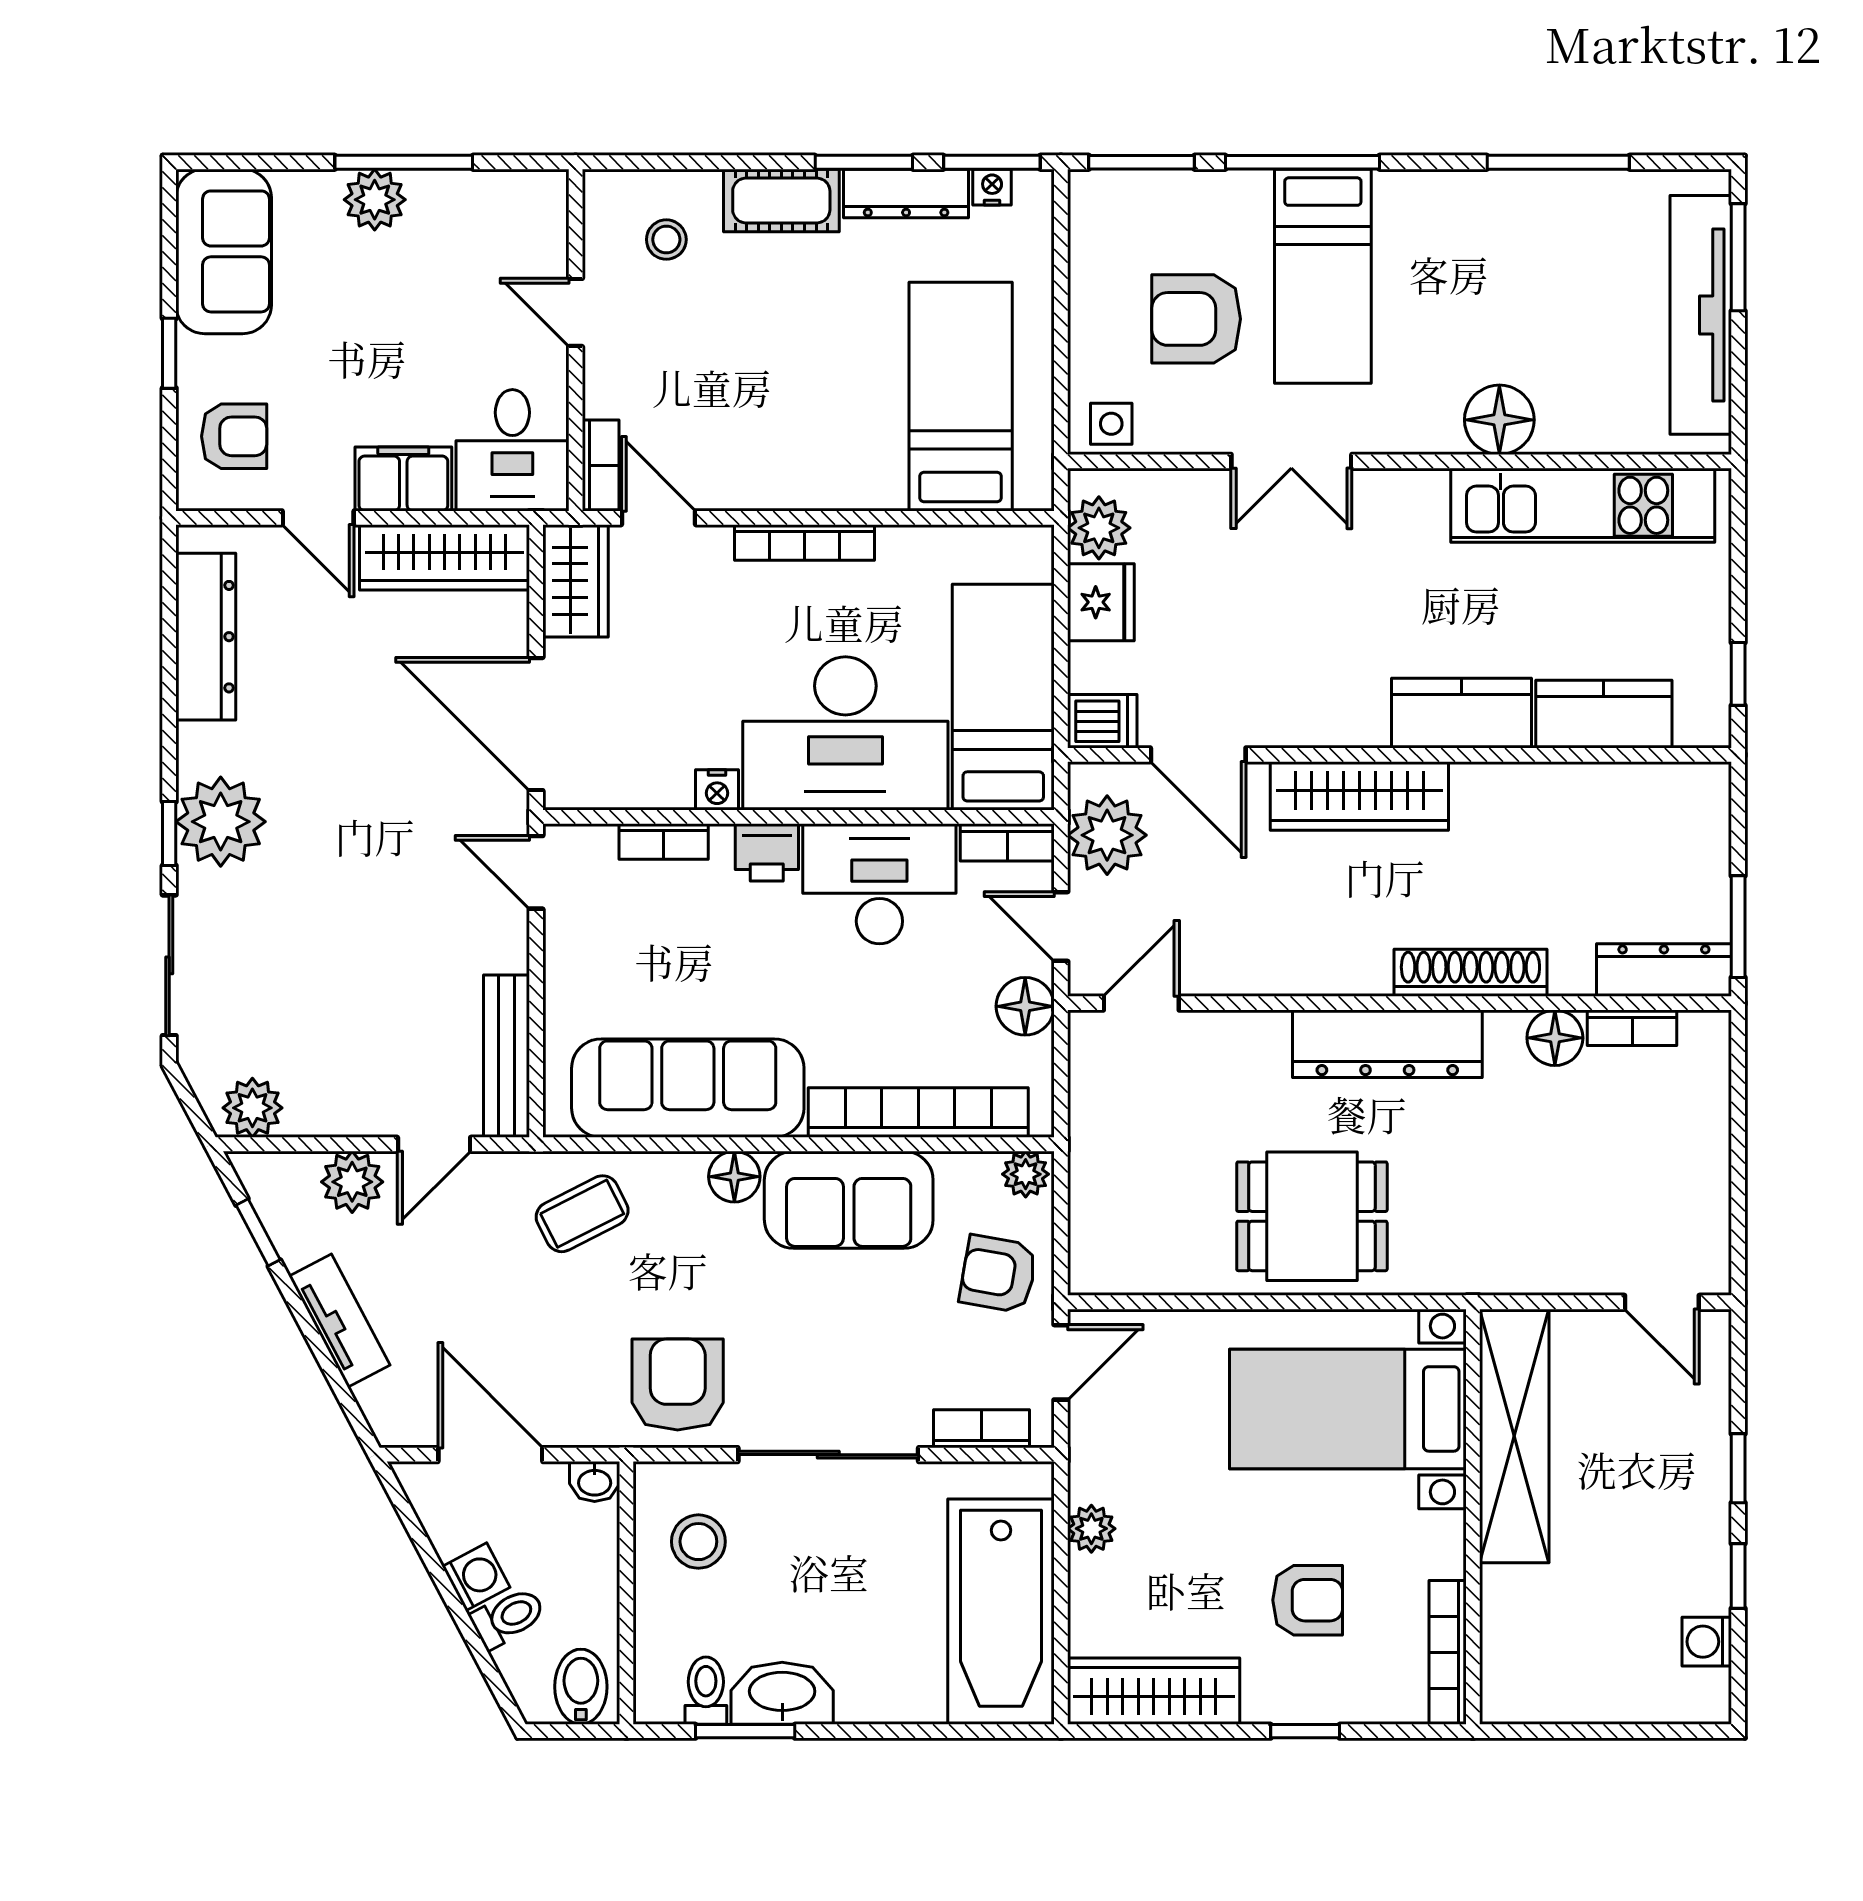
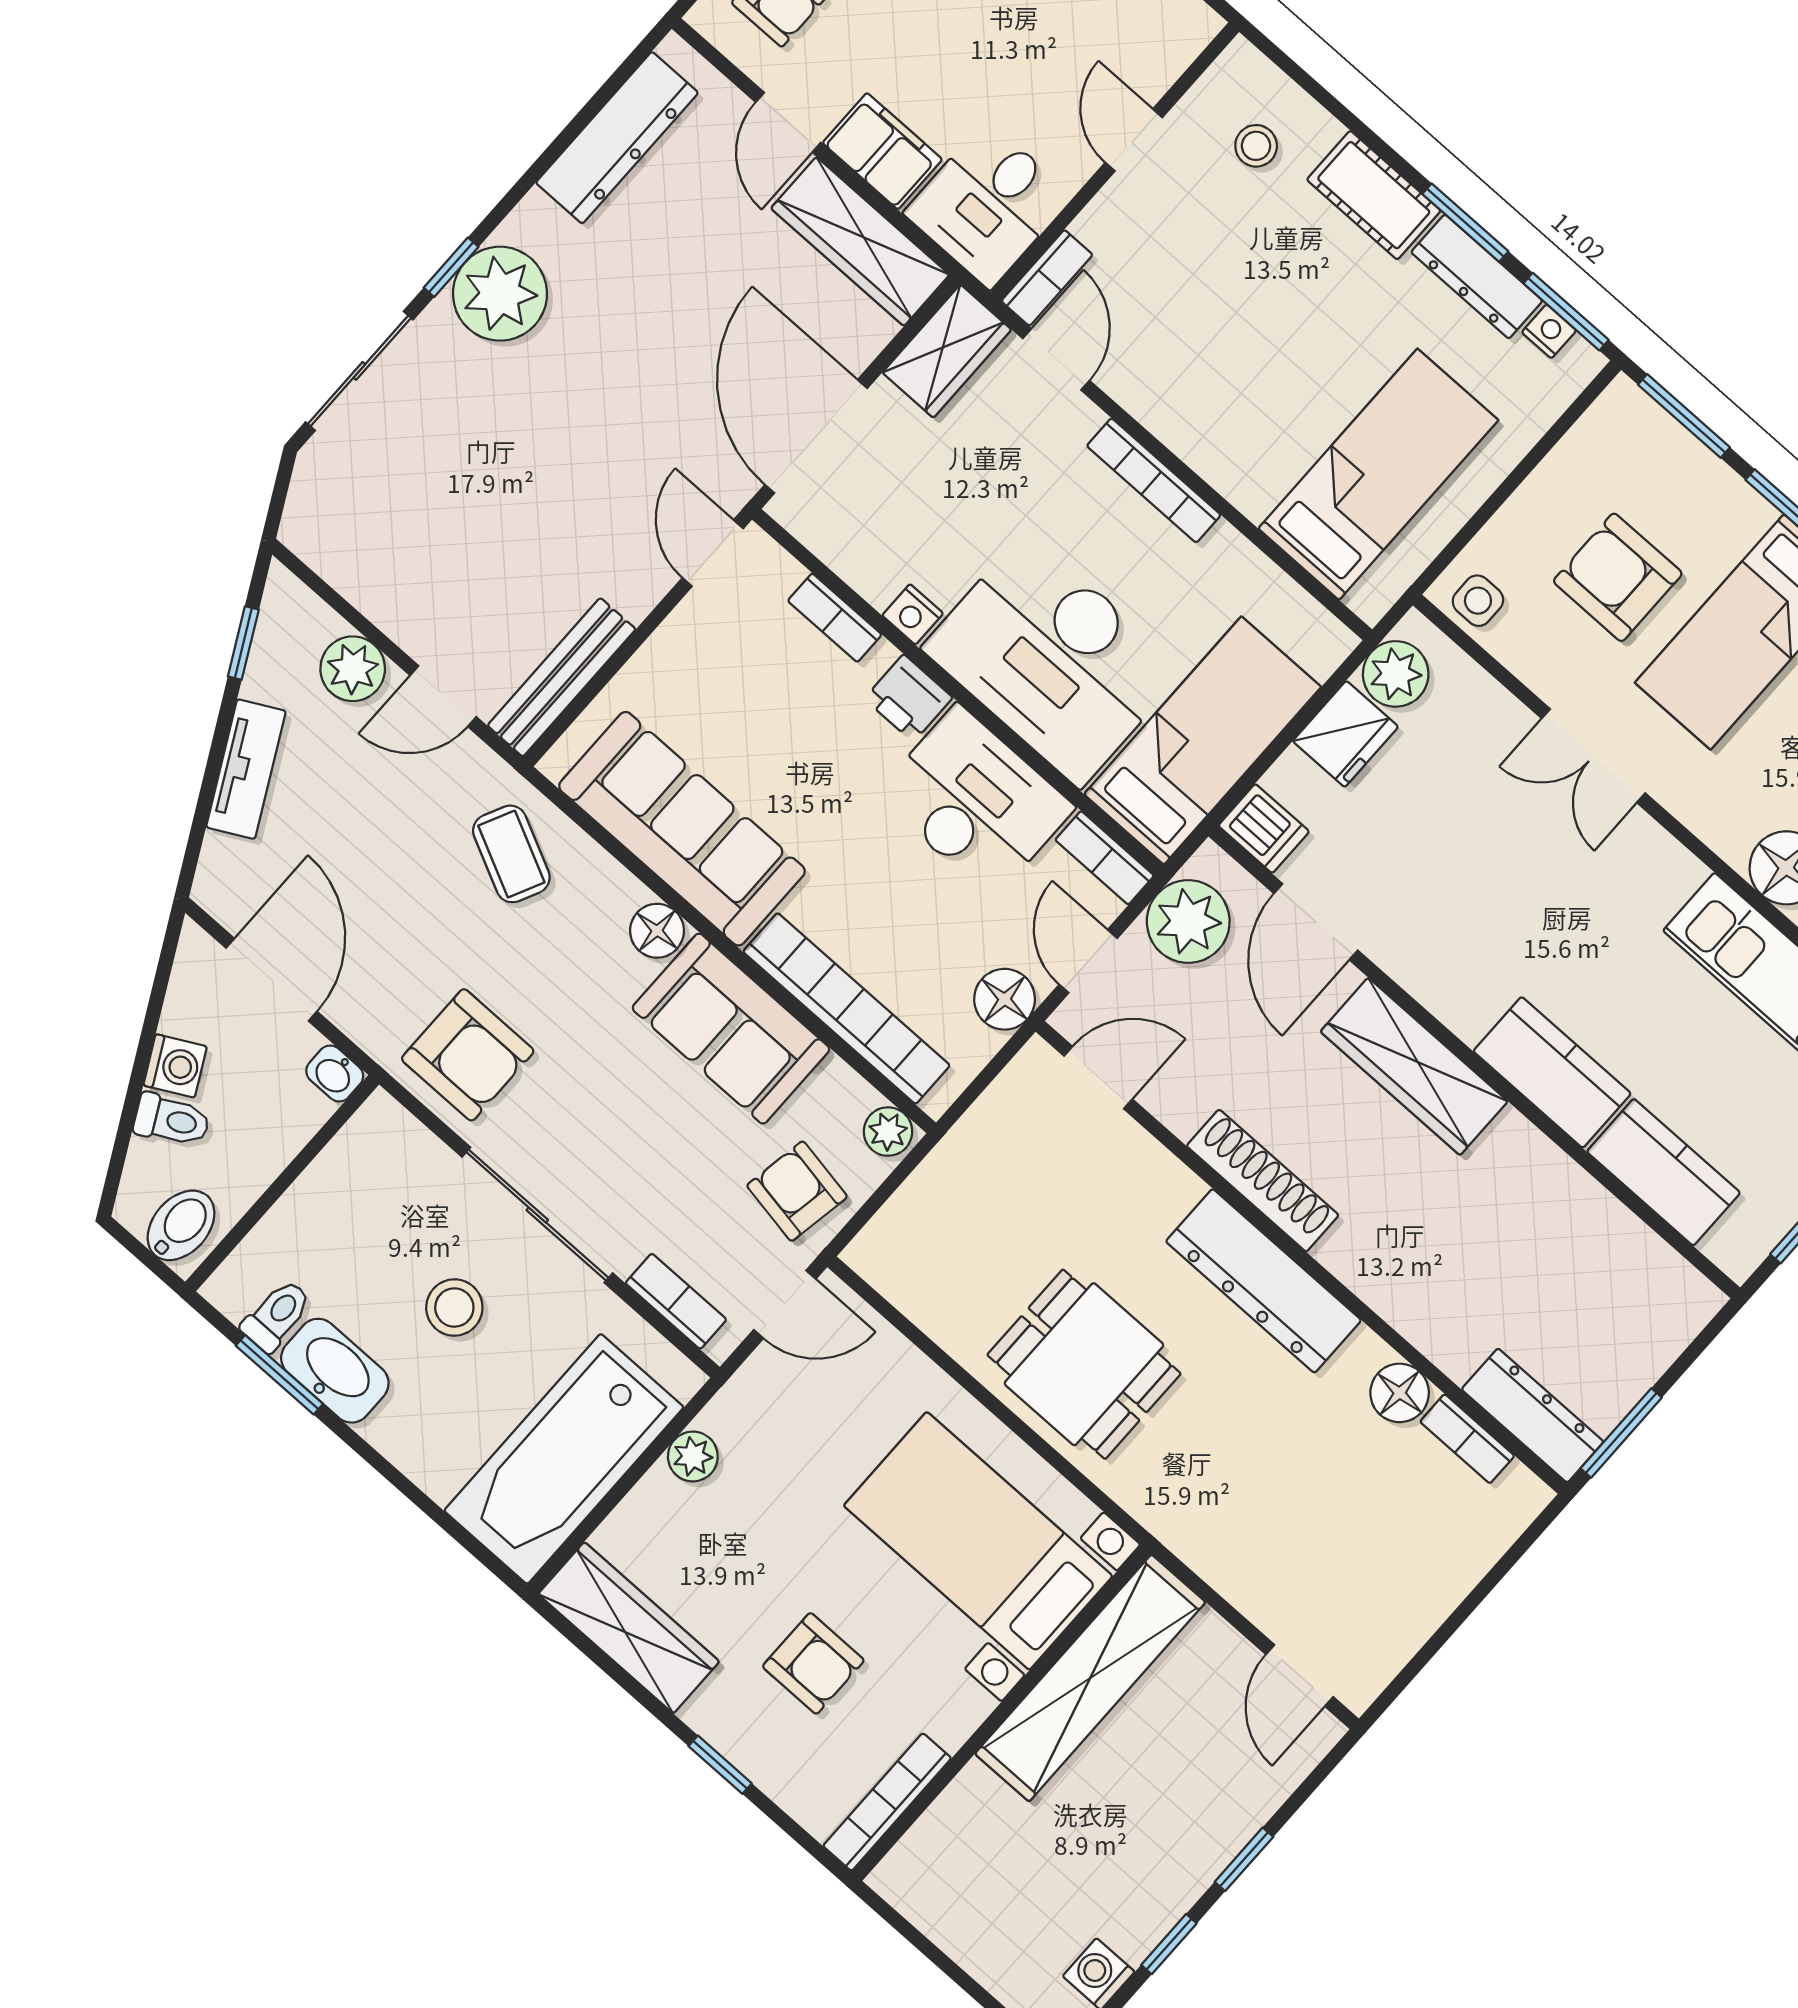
shoe rack: (1470, 973) -> (1263, 1181), moved
plant: (252, 1108) -> (326, 541), removed
coffee table: (582, 1214) -> (511, 854), turned 53
armchair: (678, 1384) -> (468, 1055), turned 90
stool: (698, 1542) -> (454, 1308), moved

